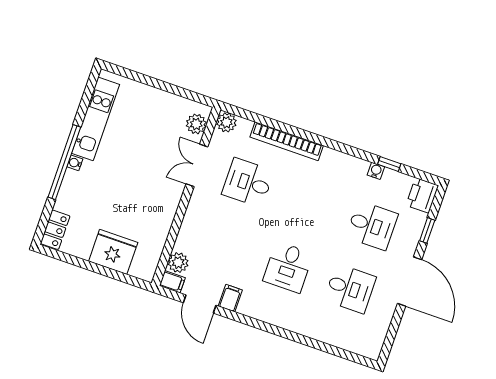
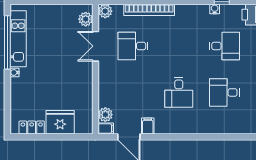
window: (64, 162) -> (7, 42), moved
locker: (55, 230) -> (32, 128), moved, turned -90
desk: (350, 289) -> (224, 92), turned 180

